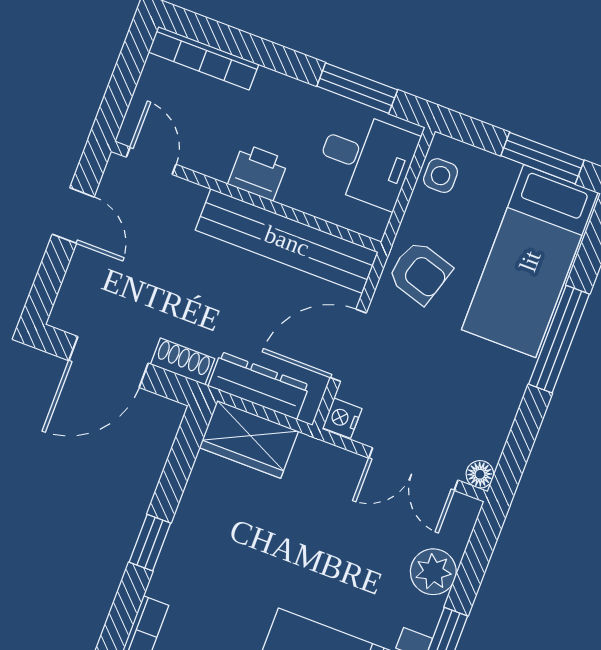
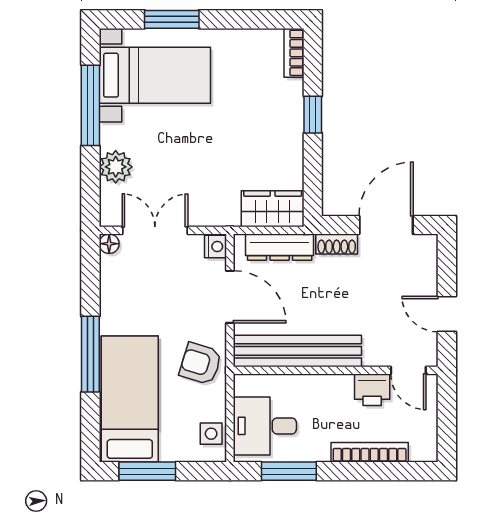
bookcase: (204, 58) -> (370, 452), moved
printer: (258, 172) -> (372, 390), moved
door: (348, 345) -> (230, 297), hinge flipped

